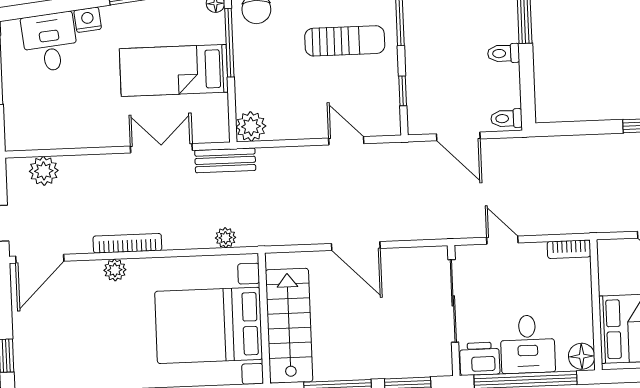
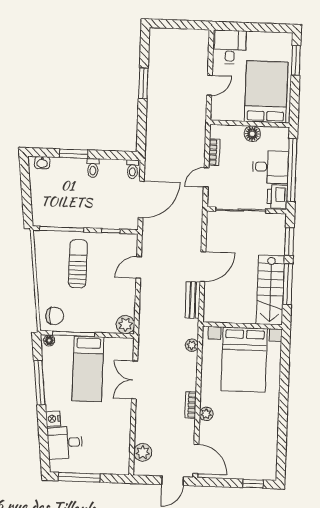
door: (458, 136) -> (141, 199), width x1.36
bench: (225, 160) -> (193, 300), moved
bookcase: (127, 243) -> (191, 405), width x0.64
bookcase: (569, 249) -> (214, 152), moved
stairs: (289, 326) -> (270, 290), moved, turned -90
floor lamp: (582, 356) -> (252, 134), moved

